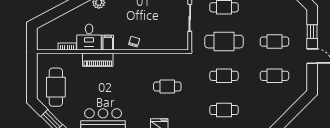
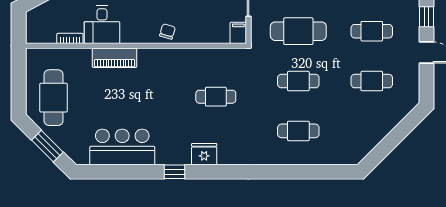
filing cabinet: (108, 43) -> (238, 33), moved

